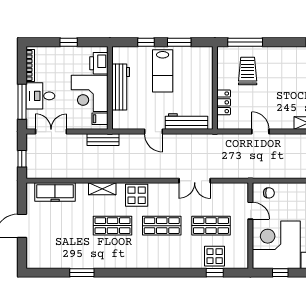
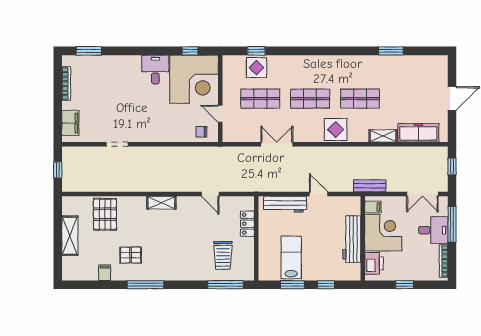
lab bench: (163, 71) -> (291, 257), moved
shelving: (102, 189) -> (383, 136), moved

